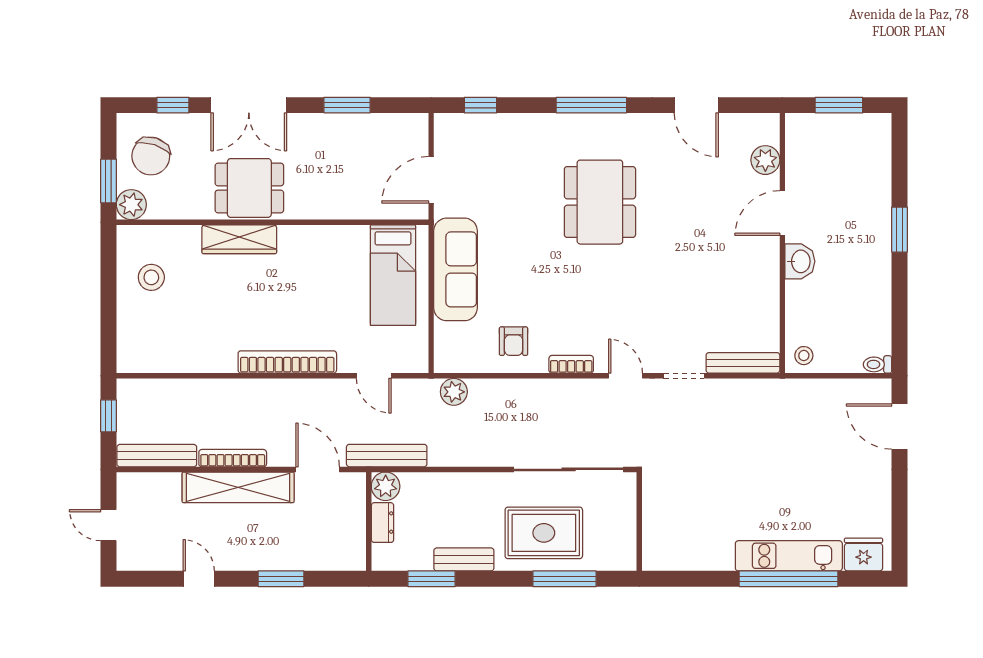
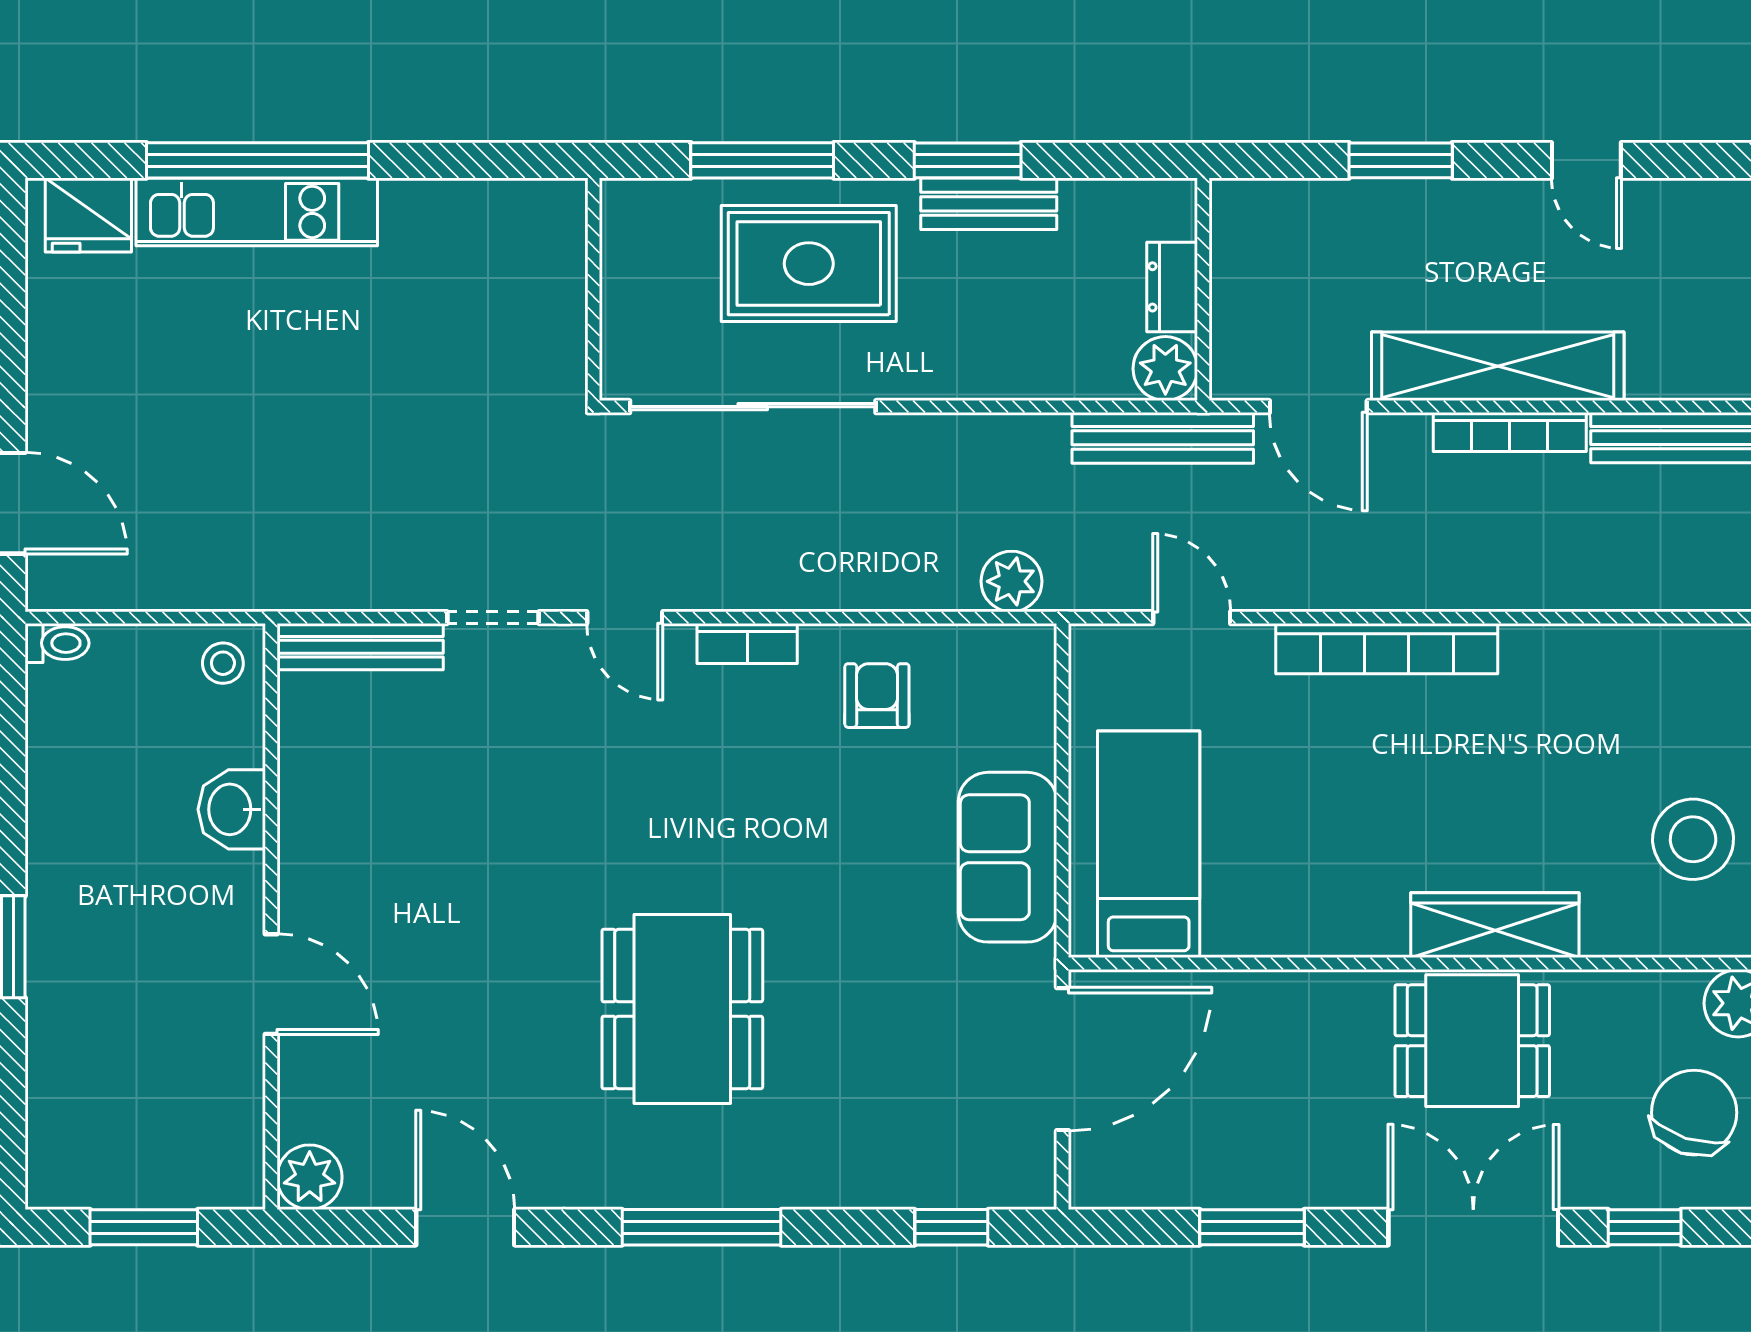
plant: (765, 160) -> (310, 1177), moved
door: (431, 180) -> (1063, 1059), width x1.36
door: (782, 213) -> (271, 984), hinge flipped
washbasin: (800, 261) -> (232, 809), moved
sofa: (456, 269) -> (1008, 857), width x0.73
stool: (151, 277) -> (1693, 839), width x1.38, depth x1.38
window: (432, 579) -> (968, 160), moved

